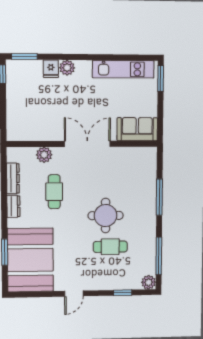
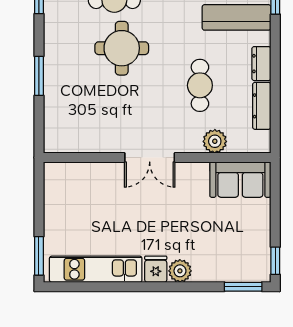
fridge: (51, 69) -> (156, 269), moved
sofa: (137, 129) -> (240, 180), moved
double door: (87, 144) -> (150, 158), width x0.73
window: (159, 197) -> (39, 76), width x0.69

